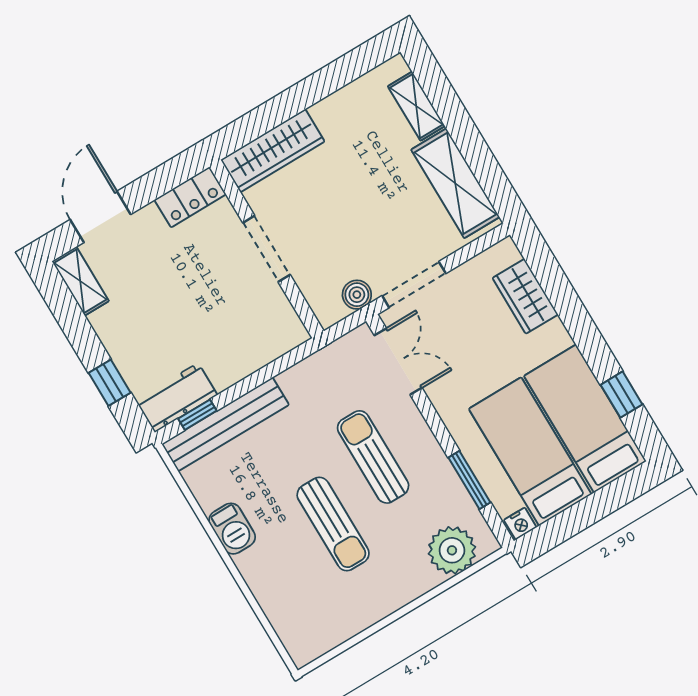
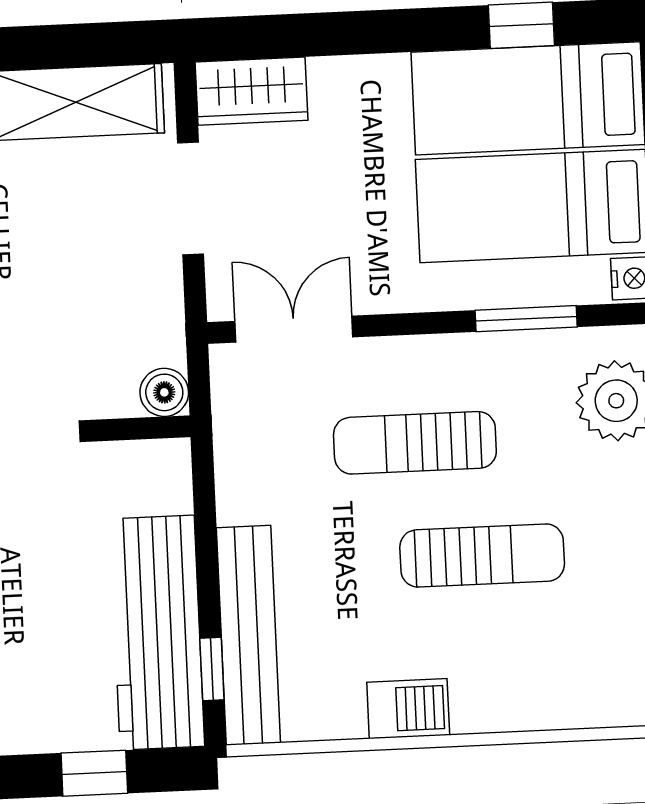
doorway: (414, 285) -> (191, 198), moved
boiler: (357, 295) -> (164, 392), moved
wardrobe: (525, 296) -> (252, 91), moved
workbench: (177, 398) -> (157, 633), width x1.88, depth x1.32

